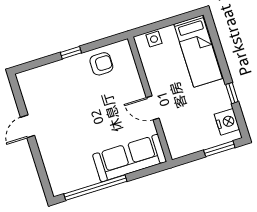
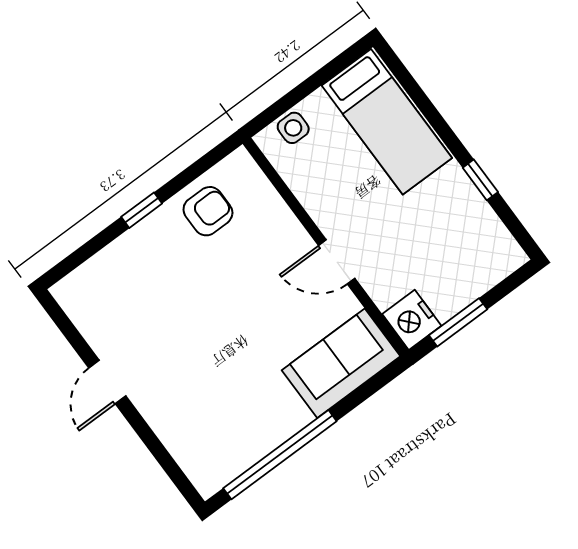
nightstand: (227, 122) -> (412, 320), moved, turned 180
window: (219, 149) -> (458, 322), moved
sofa: (130, 158) -> (341, 363), width x0.73

